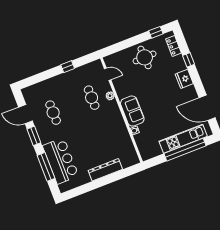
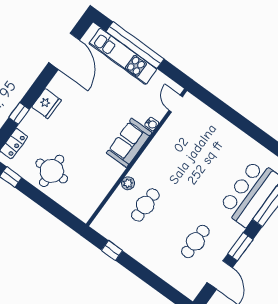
window: (68, 67) -> (112, 251), moved
door: (108, 74) -> (176, 104), moved
dresser: (105, 170) -> (225, 129), removed

